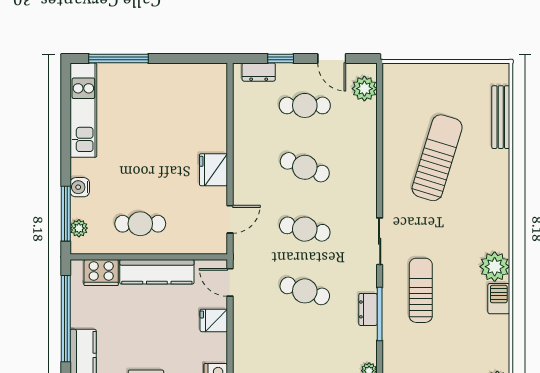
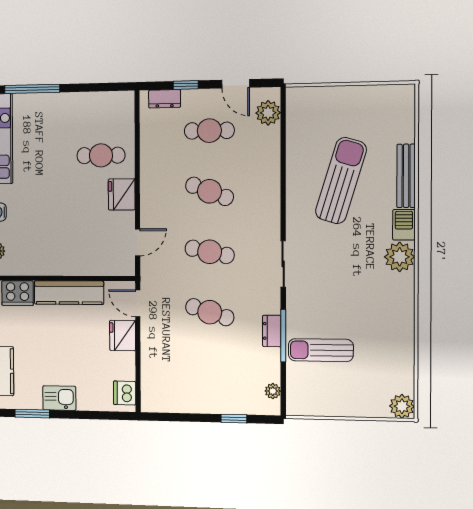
bench: (501, 117) -> (406, 176), moved
cafe table: (140, 224) -> (101, 155), moved
plant: (495, 267) -> (400, 257), moved
sun lounger: (421, 290) -> (321, 350), moved, turned -90
barbecue: (499, 299) -> (404, 225), moved
fridge: (214, 320) -> (123, 336), width x1.38

